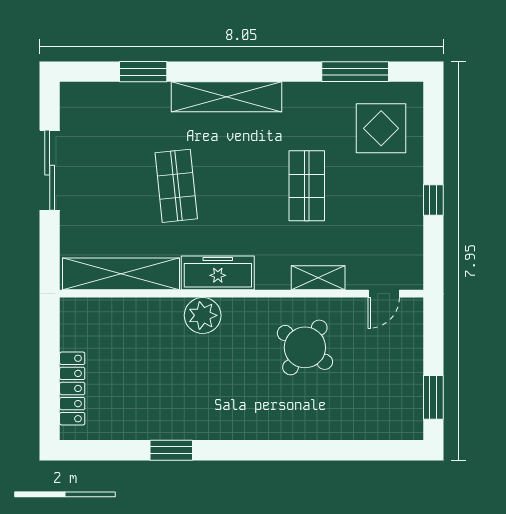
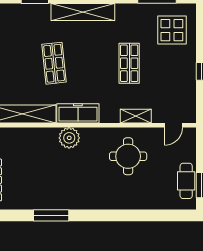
round table: (305, 347) -> (128, 156), turned -36
cafe table: (406, 390) -> (186, 181), added
window: (171, 450) -> (51, 215), width x1.44

